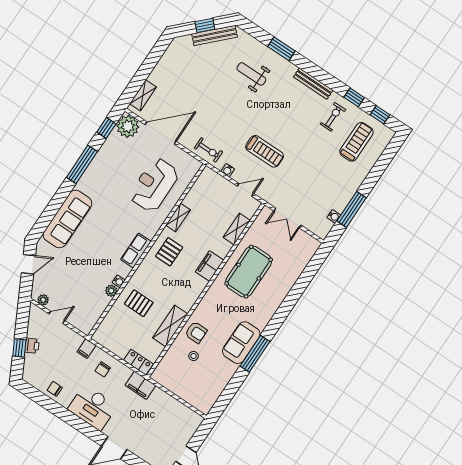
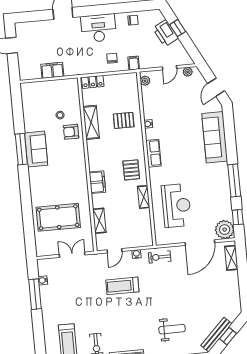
pool table: (249, 272) -> (58, 217), moved, turned 90
plant: (111, 291) -> (145, 81), moved
printer: (32, 346) -> (166, 33), width x1.87, depth x1.48
filing cabinet: (140, 385) -> (52, 70), moved

